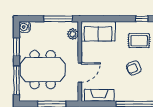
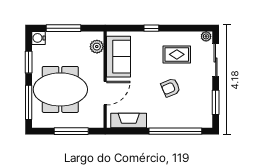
window: (58, 19) -> (63, 28), moved
window: (142, 19) -> (151, 28), moved
sofa: (98, 31) -> (119, 57), moved, turned -90

